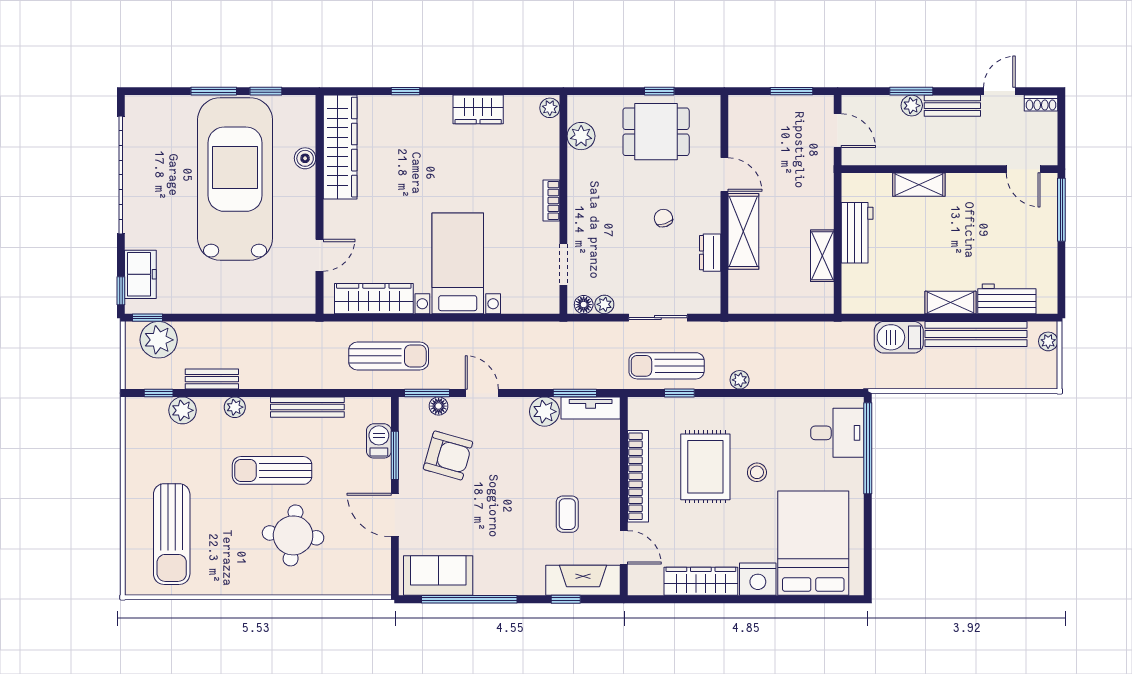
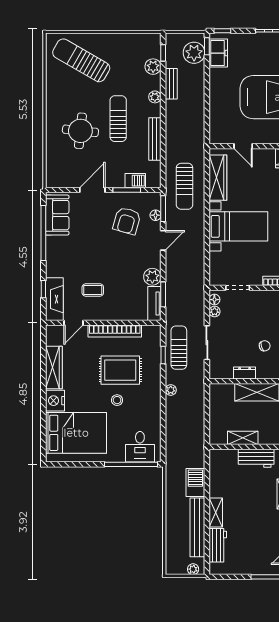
freezer: (140, 274) -> (218, 53), moved, turned -90
sun lounger: (172, 534) -> (81, 60), turned 30

